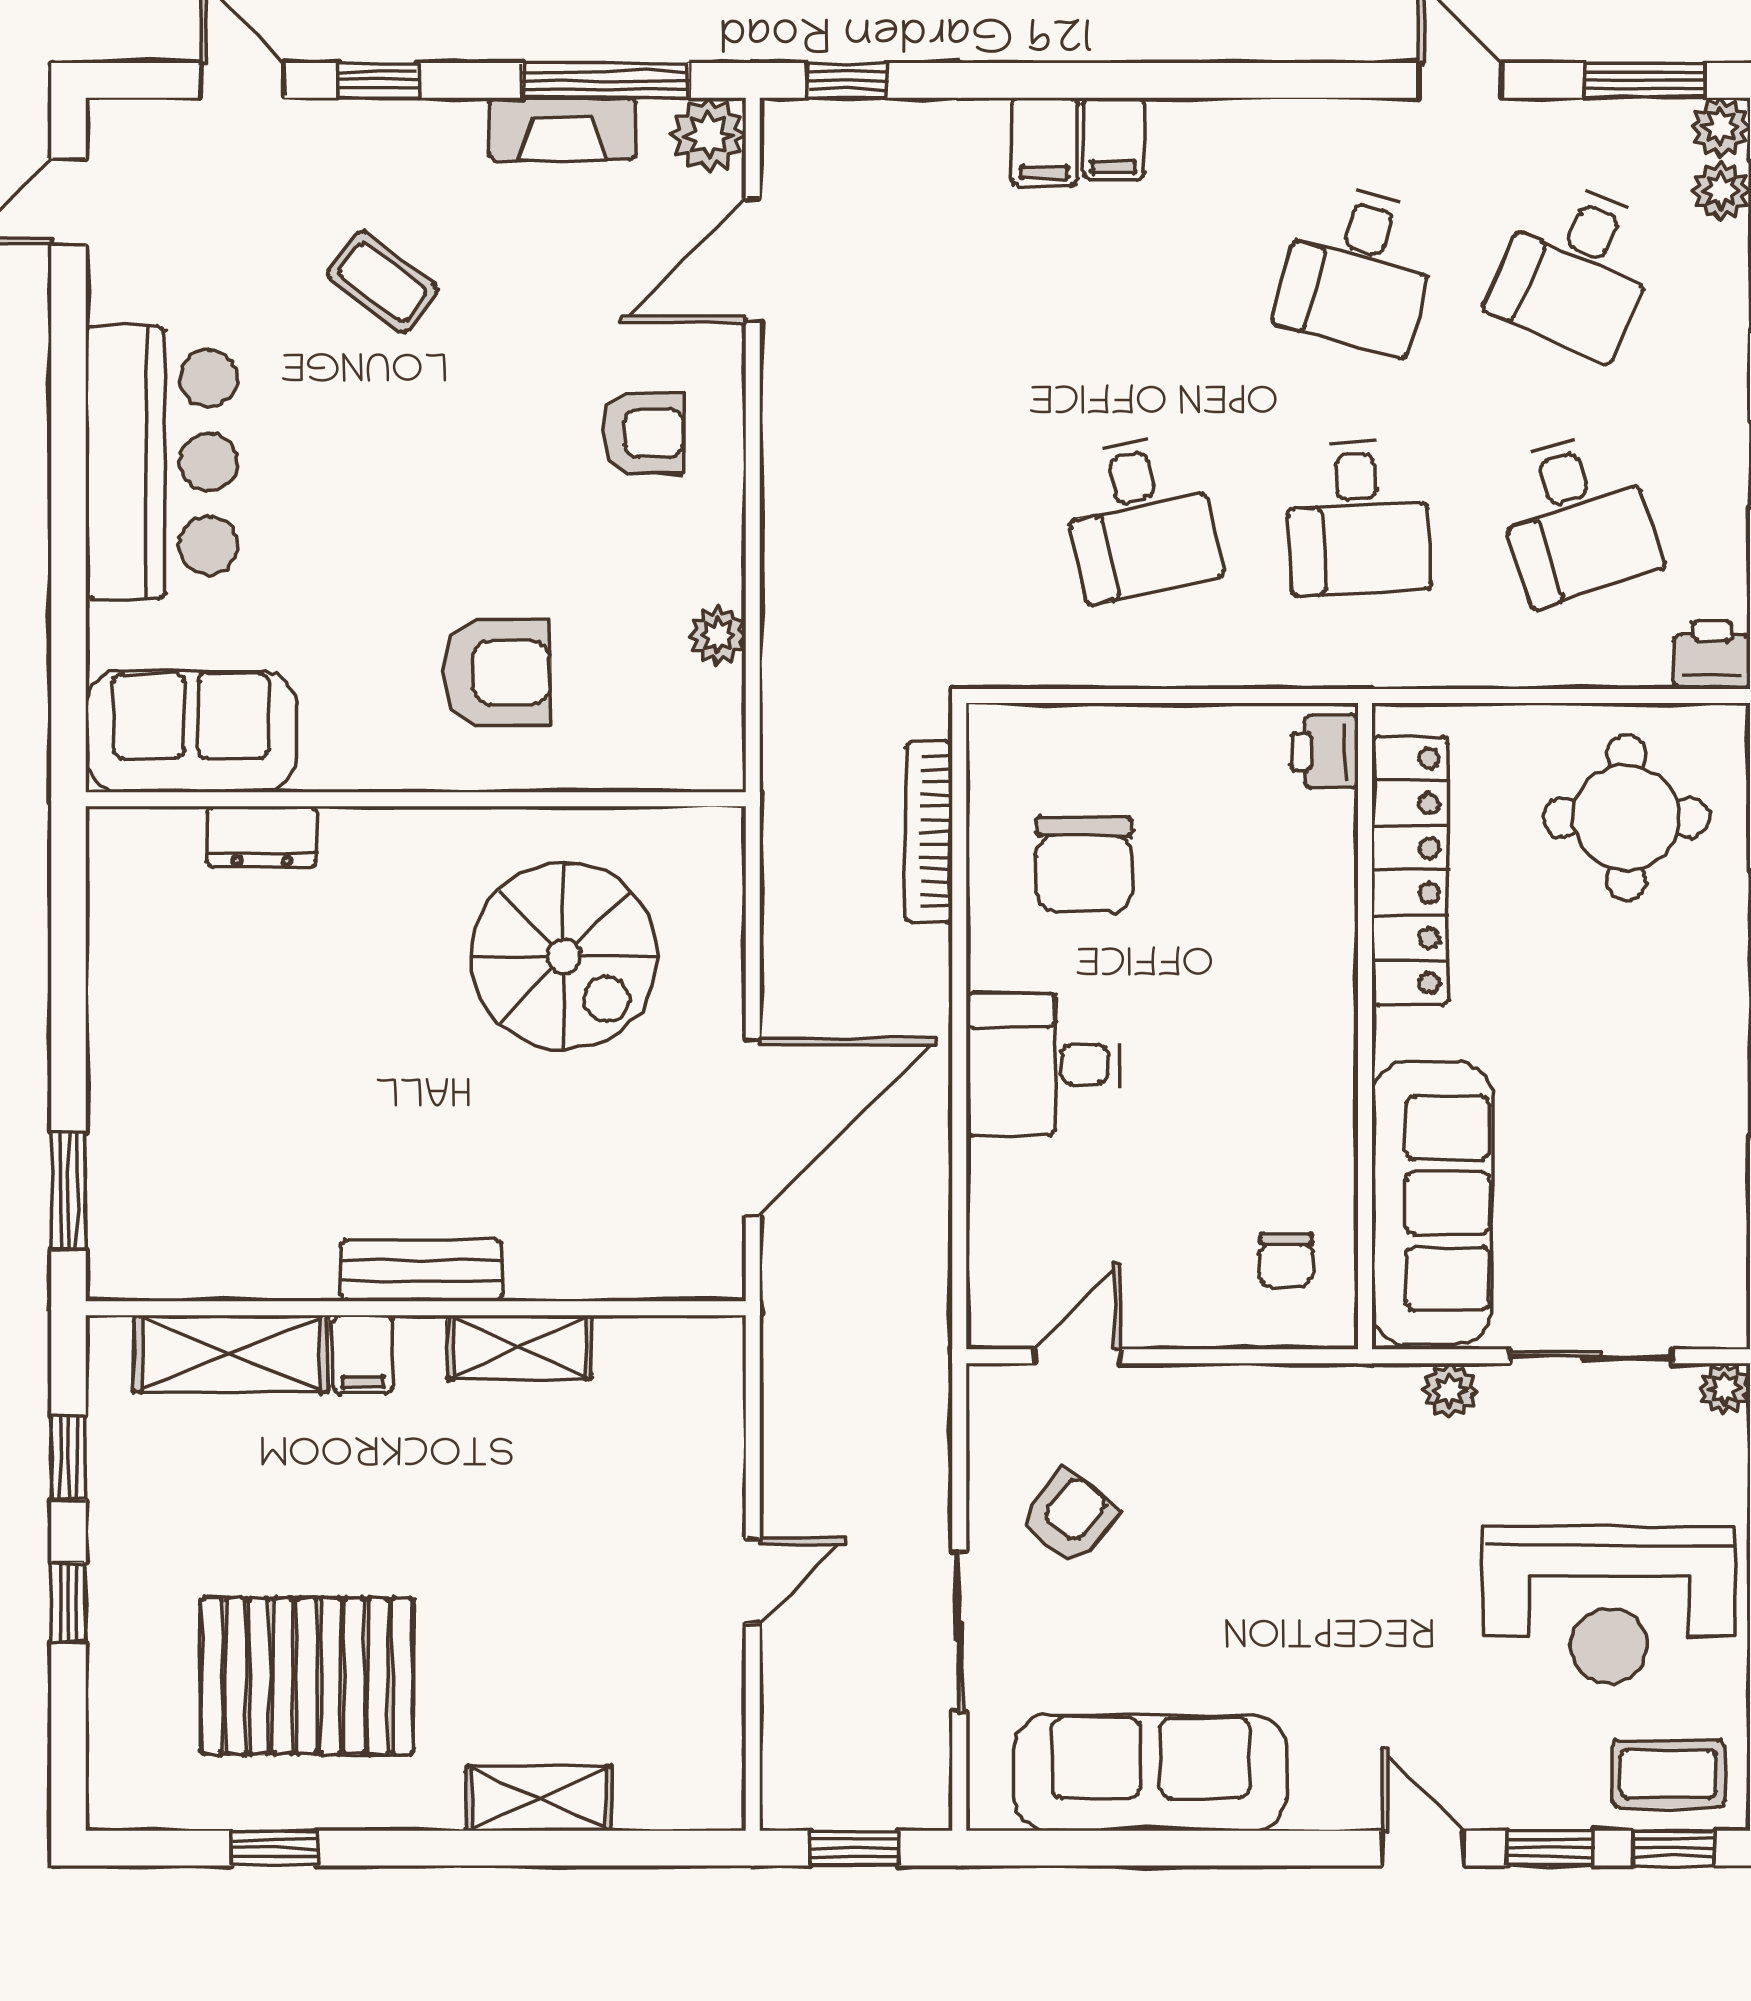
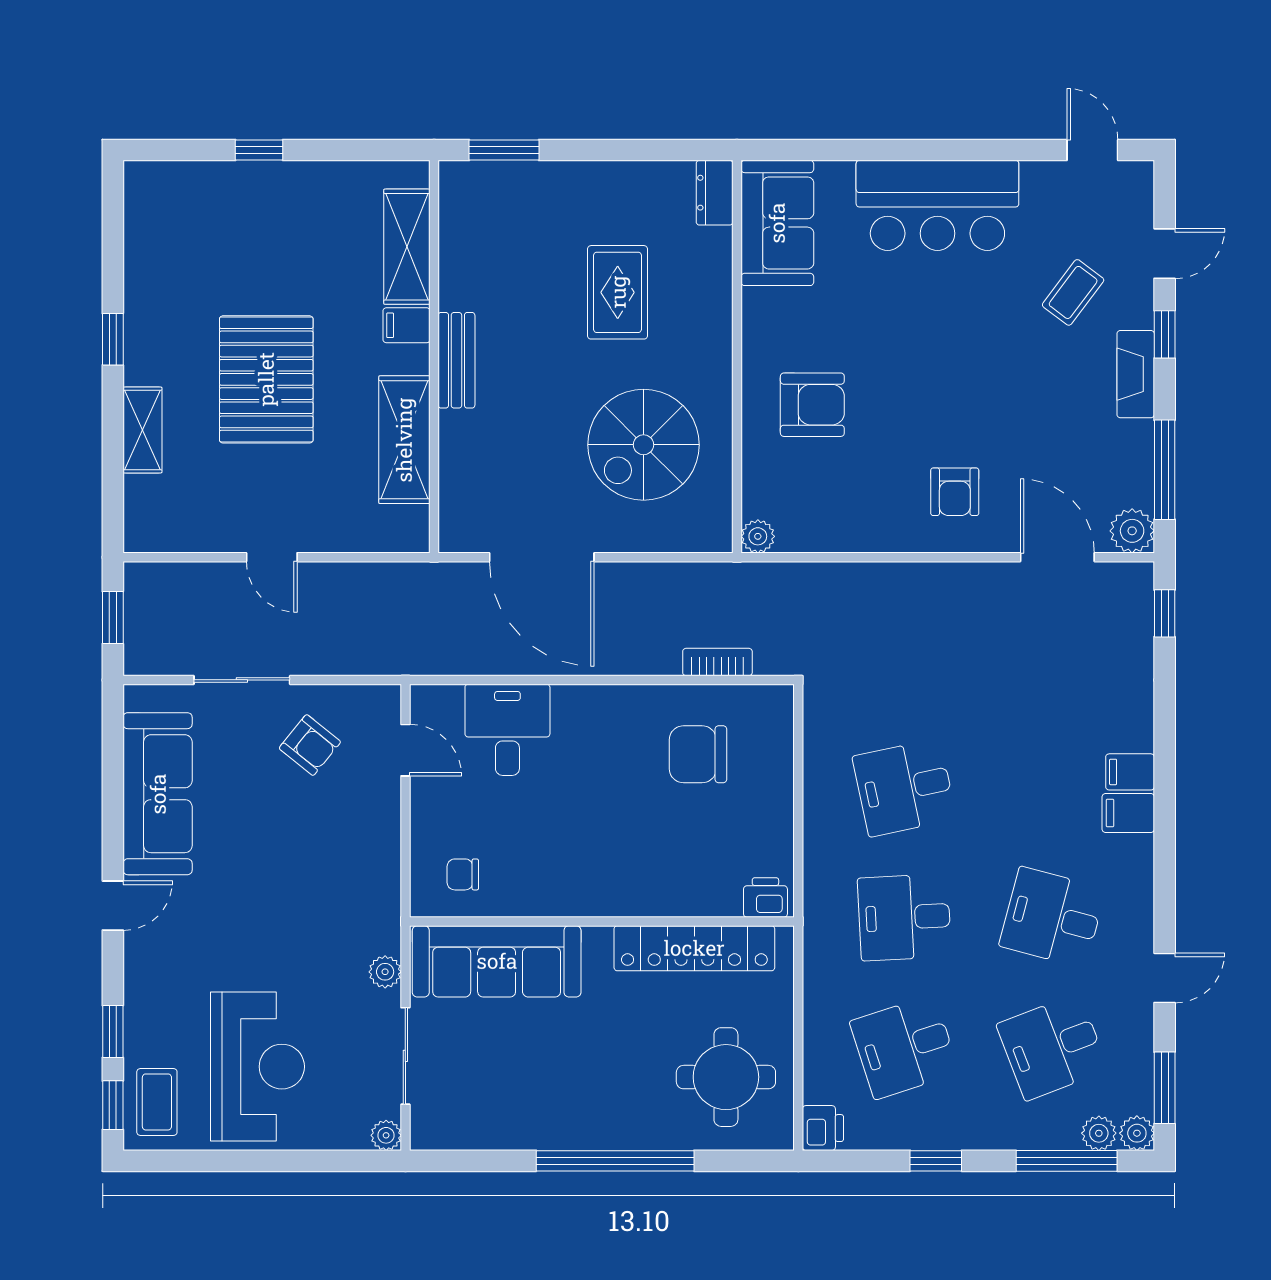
fireplace: (562, 129) -> (1136, 374), moved
filing cabinet: (1045, 141) -> (1128, 813), moved
desk: (1576, 269) -> (1052, 1047), turned -45
coffee table: (382, 282) -> (1073, 292), moved
plant: (718, 636) -> (758, 536), moved
armchair: (497, 672) -> (812, 405), turned -90
bookcase: (929, 832) -> (717, 662), width x0.64
dresser: (262, 837) -> (715, 193), moved
rug: (308, 1000) -> (618, 292), added
desk: (1043, 1064) -> (507, 730), moved
shelving: (519, 1347) -> (404, 440), width x1.50, depth x1.33
window: (68, 1458) -> (345, 150), removed
reception desk: (1609, 1605) -> (257, 1067), turned 180
pallet: (307, 1676) -> (266, 379), moved
window: (274, 1848) -> (113, 339), moved
door: (1423, 1848) -> (113, 906), moved

